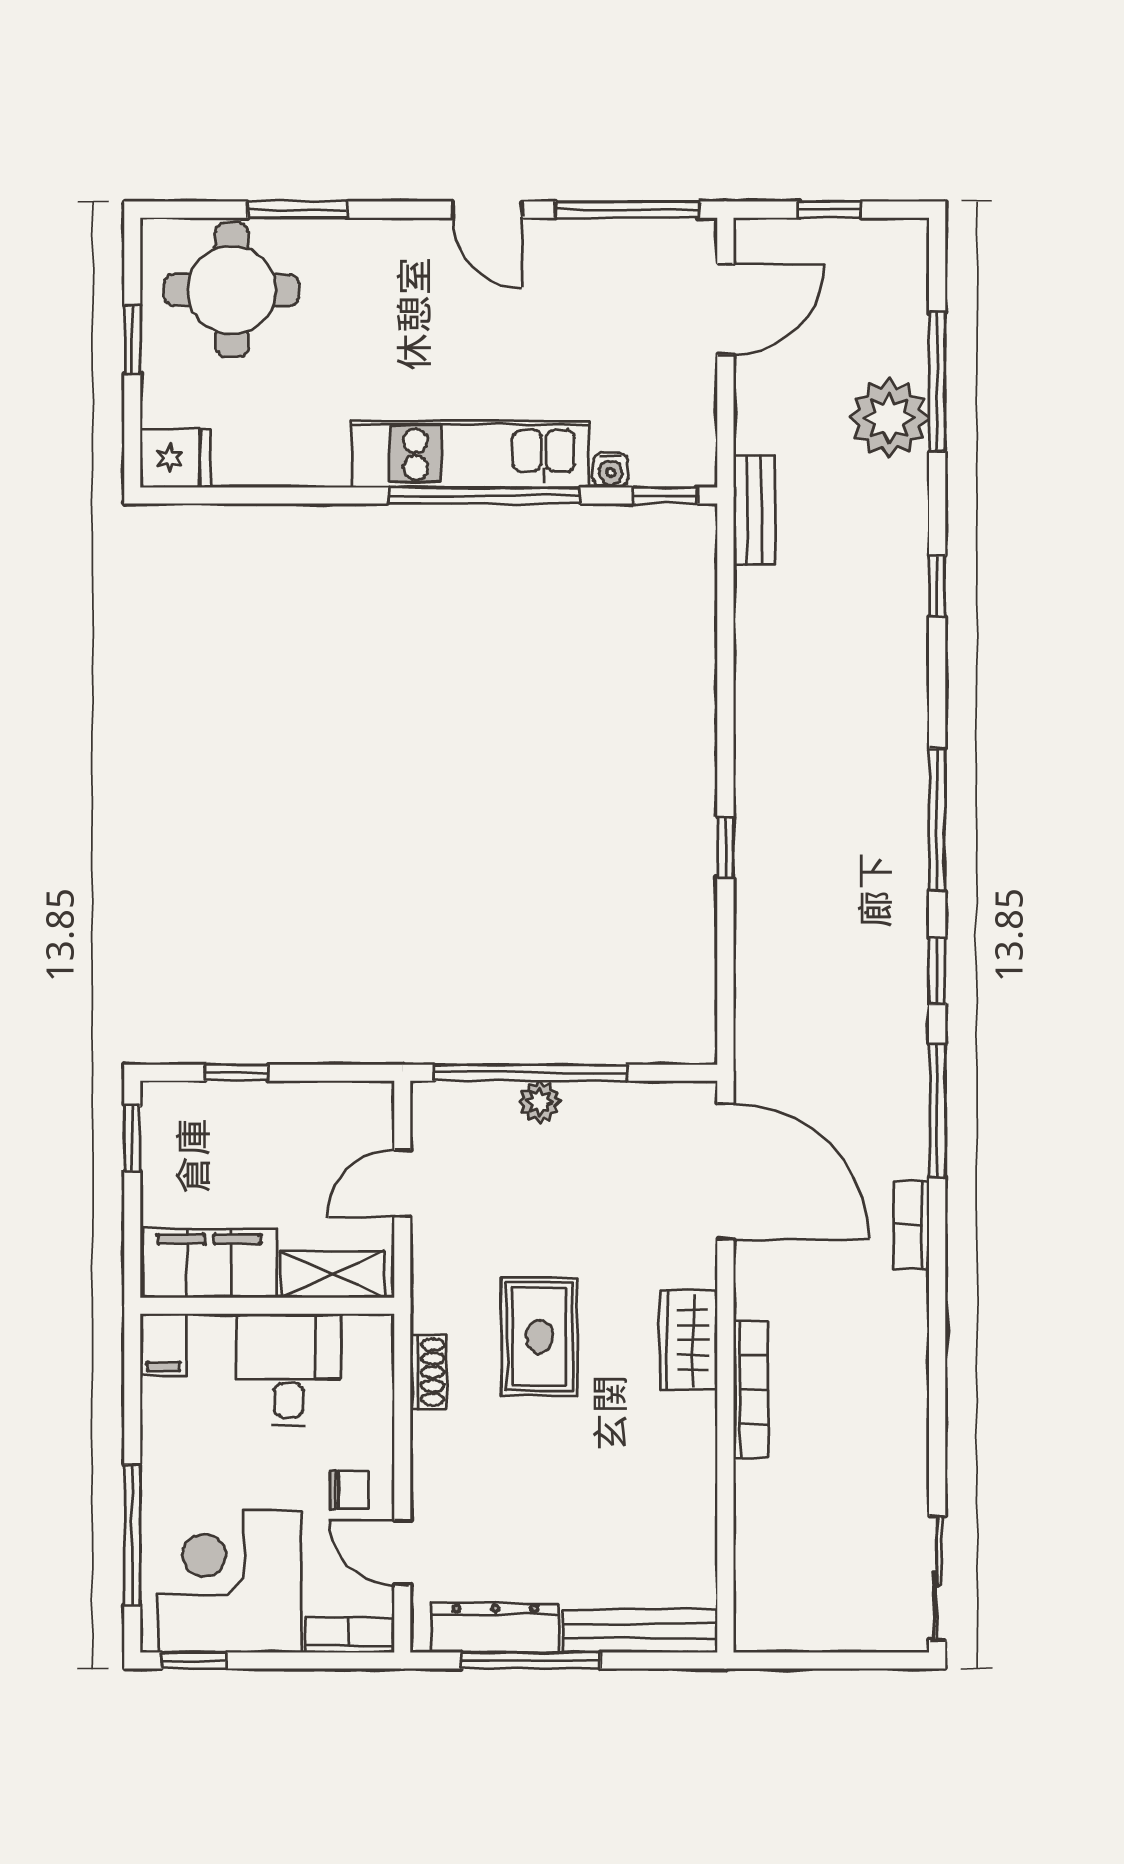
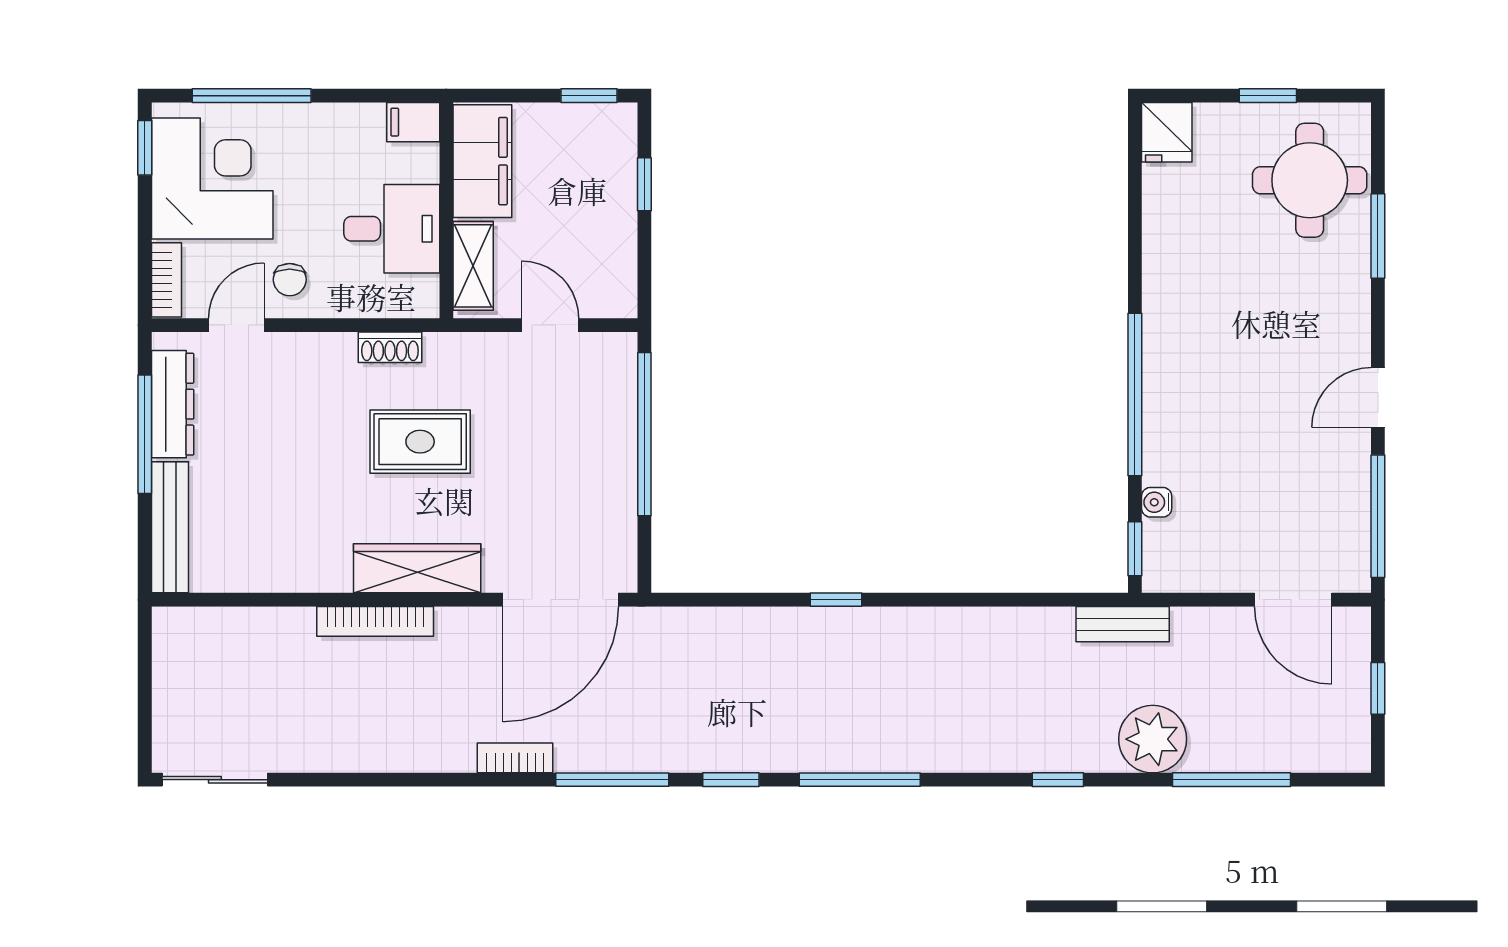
plant: (889, 418) -> (1153, 739), moved
kitchen unit: (470, 454) -> (1170, 383), removed
plant: (539, 1102) -> (620, 442), removed
wardrobe: (688, 1340) -> (417, 568), width x1.50

